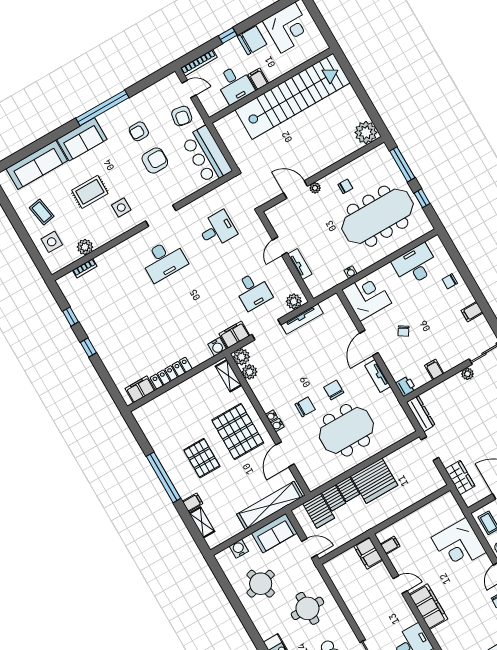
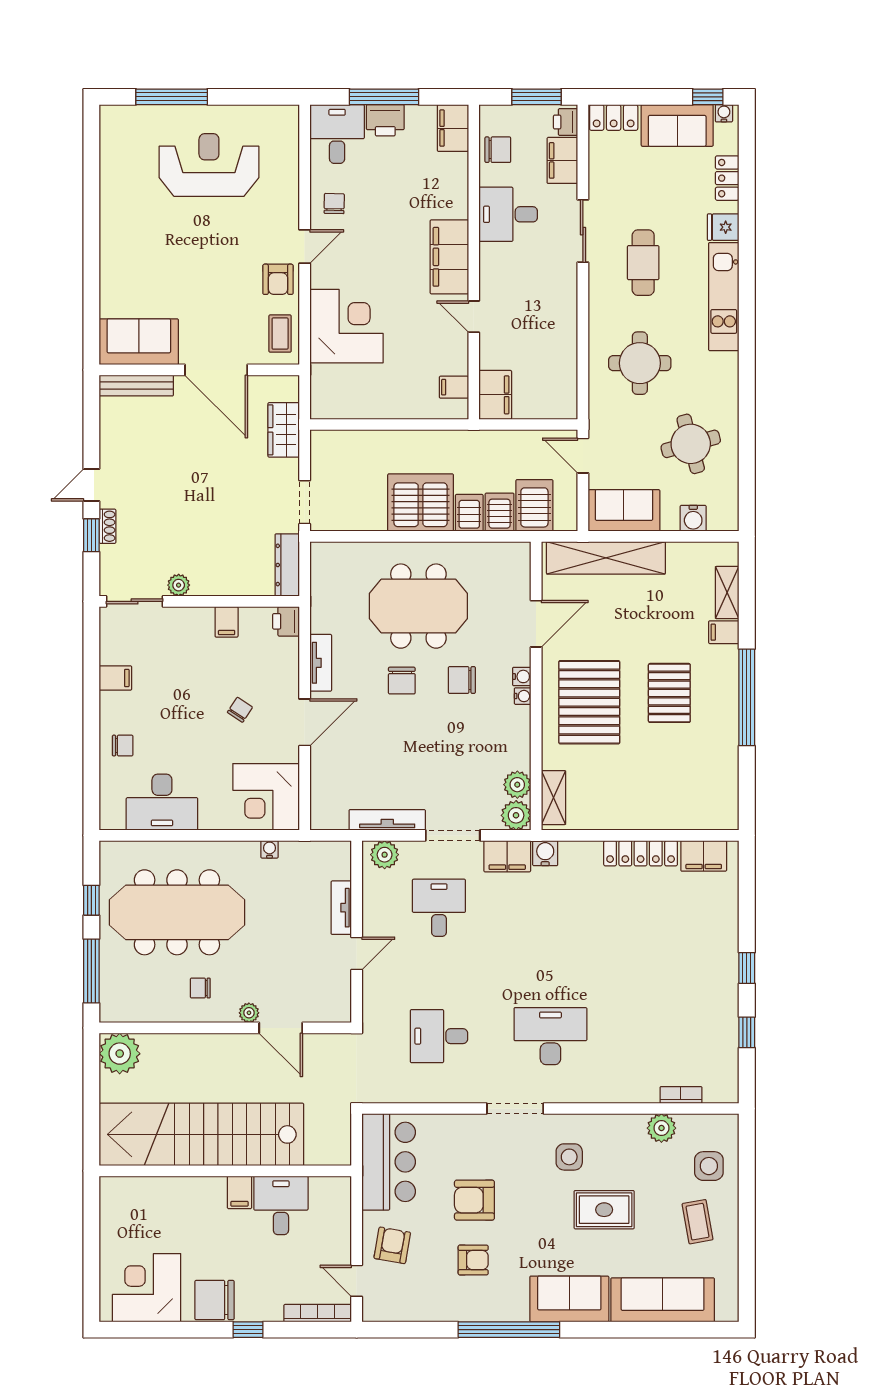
filing cabinet: (258, 79) -> (240, 1192), moved
desk: (235, 84) -> (281, 1205), moved
wall: (271, 85) -> (225, 1171), moved
stairs: (293, 96) -> (201, 1134), moved

